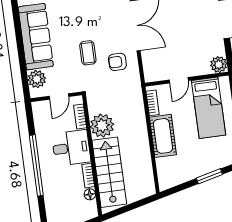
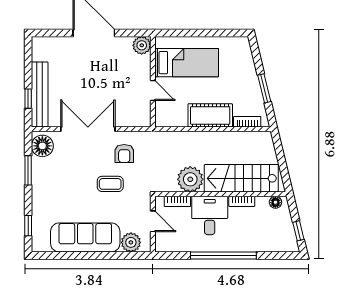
bookcase: (153, 103) -> (247, 122), moved
window: (209, 176) -> (264, 88), moved
floor lamp: (90, 194) -> (275, 202), moved

